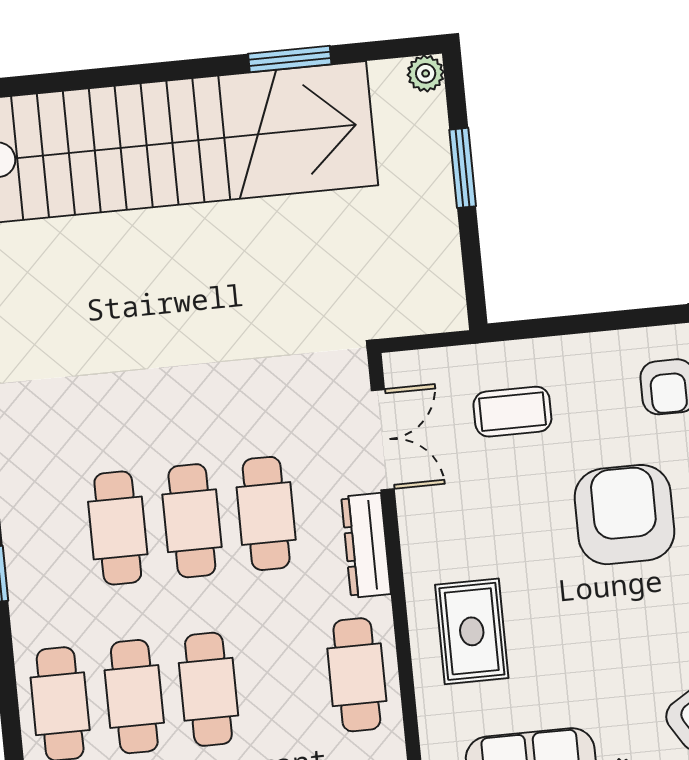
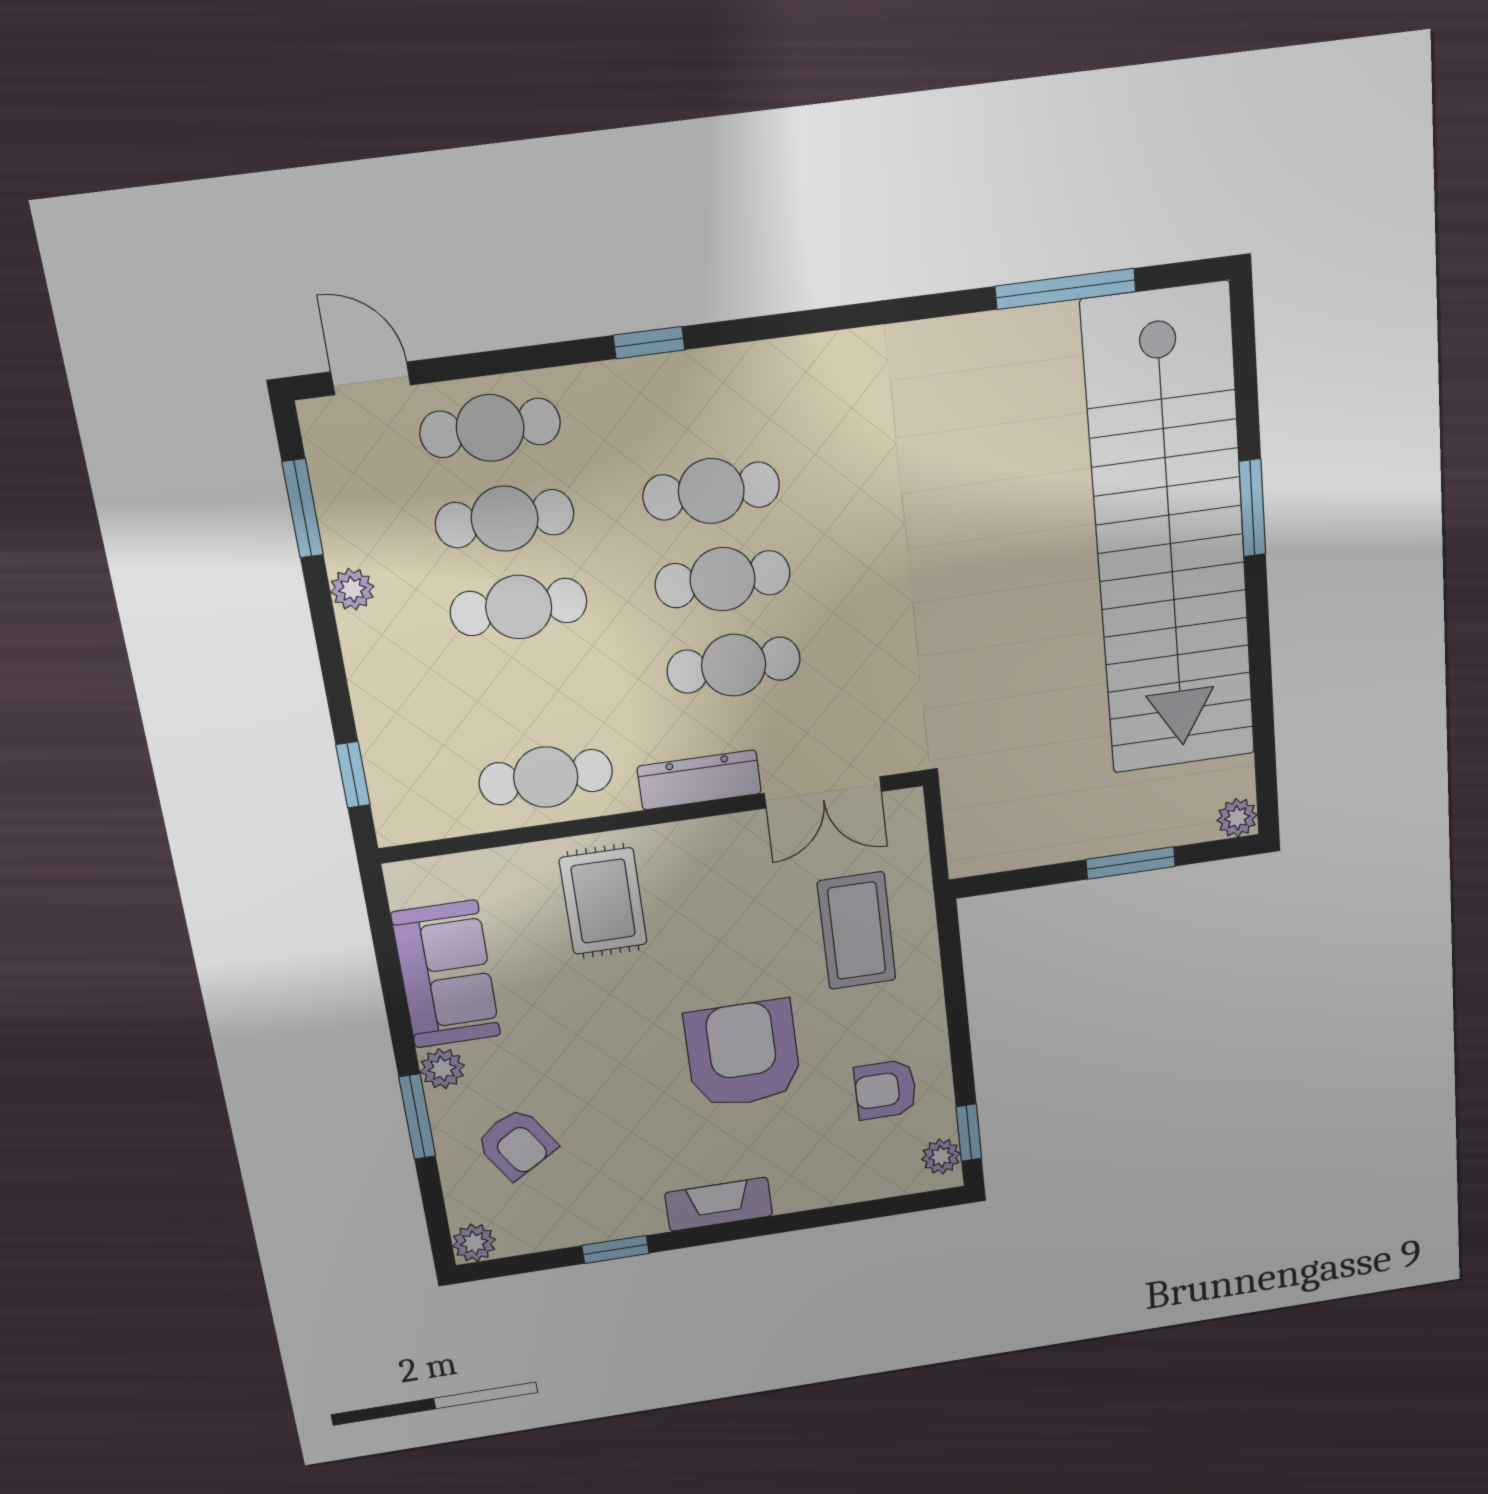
window: (290, 59) -> (1252, 508), moved
coffee table: (512, 412) -> (857, 931), width x1.36, depth x1.30
armchair: (624, 515) -> (743, 1054), turned -90
rug: (472, 631) -> (603, 901), turned 90

